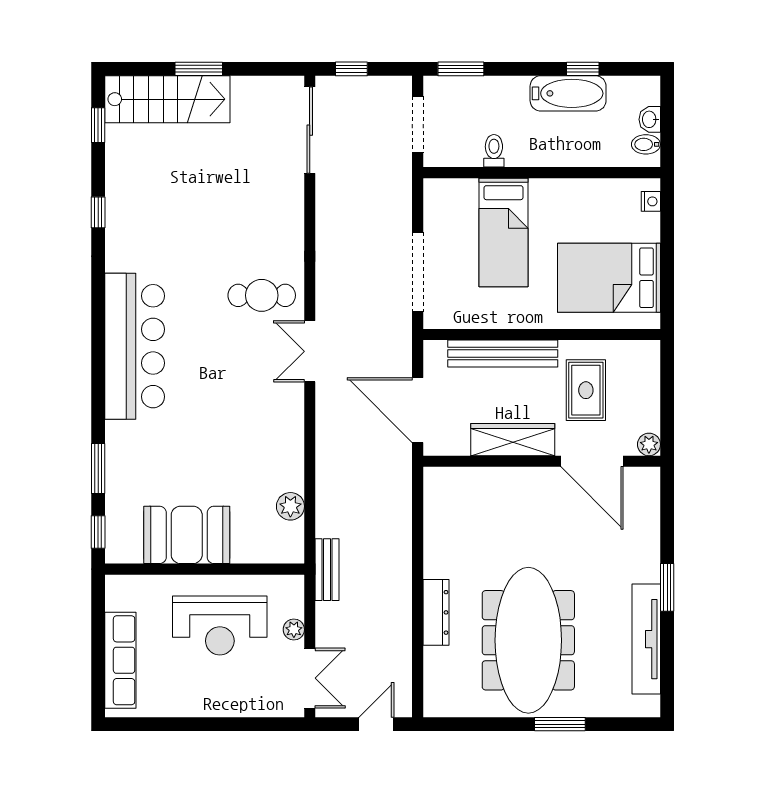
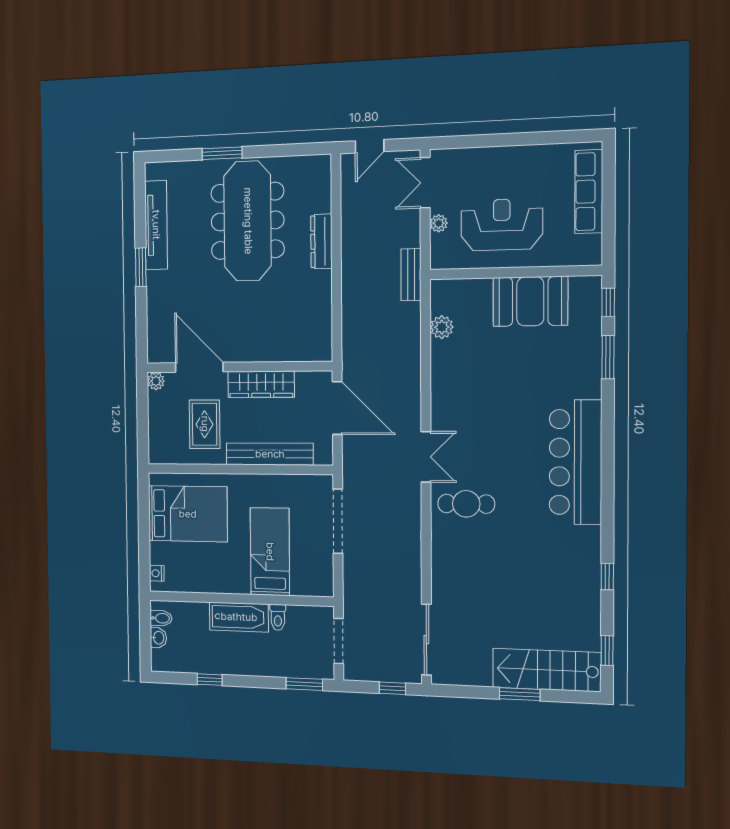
bathtub: (568, 93) -> (239, 617), moved, turned 180

